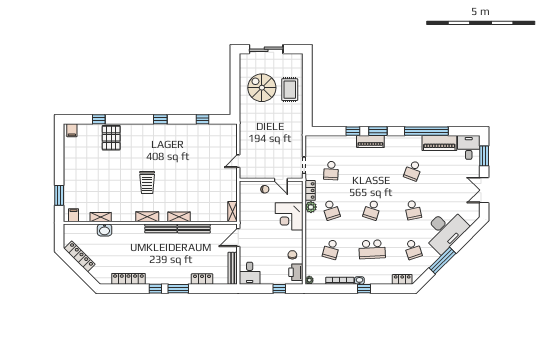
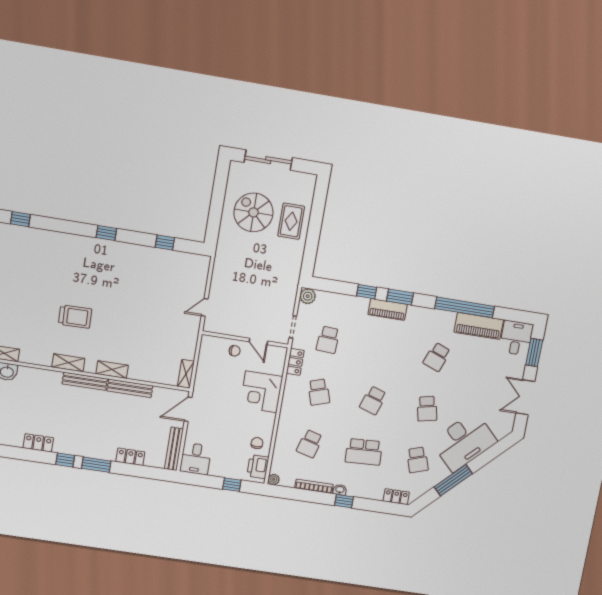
pallet: (111, 138) -> (34, 247), removed
trolley: (147, 183) -> (75, 317), turned -91
plant: (311, 207) -> (308, 296), moved
locker: (128, 279) -> (38, 443), width x0.66

